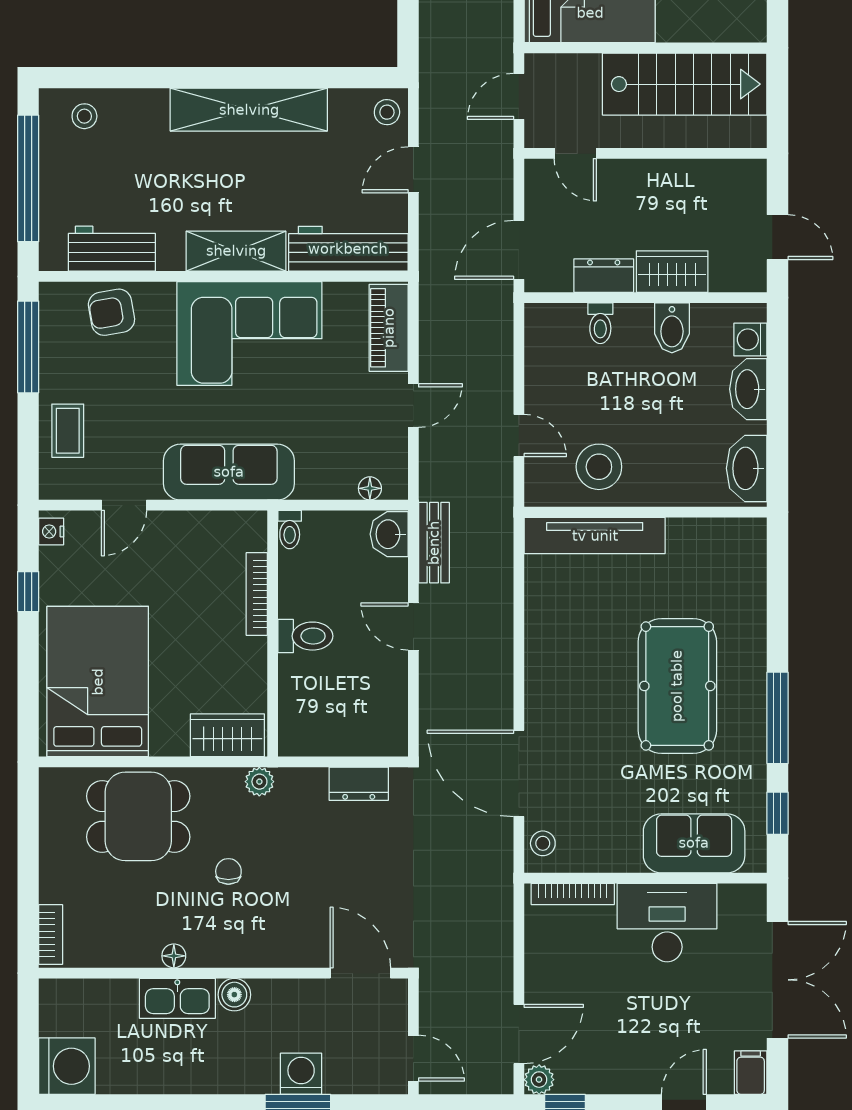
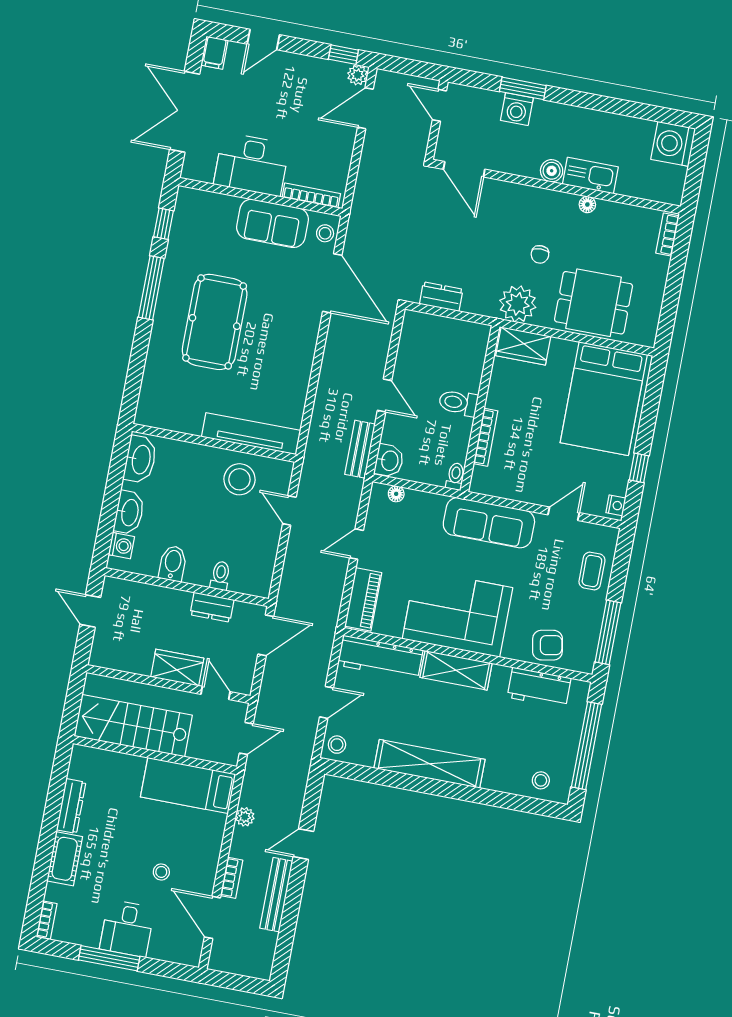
wardrobe: (672, 272) -> (177, 668), moved, turned 180
plant: (259, 782) -> (518, 304), width x1.87, depth x1.87
sofa: (694, 843) -> (273, 223), moved

